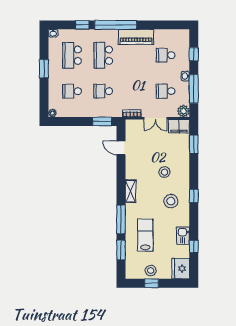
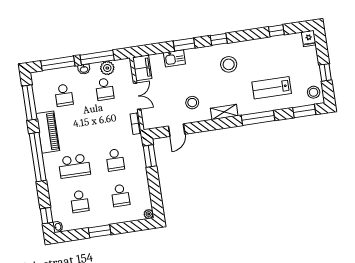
window: (82, 25) -> (46, 216), moved
window: (164, 25) -> (30, 103), added
window: (194, 54) -> (58, 63), width x2.17
school desk: (72, 55) -> (80, 201), width x0.54
plant: (183, 111) -> (107, 68), moved
window: (194, 144) -> (184, 45), moved
stool: (164, 172) -> (192, 103), moved
kitchen sink: (183, 236) -> (174, 58), moved
window: (121, 250) -> (304, 111), moved
fridge: (181, 269) -> (309, 38), width x0.53, depth x0.75
stool: (151, 270) -> (314, 92), moved

